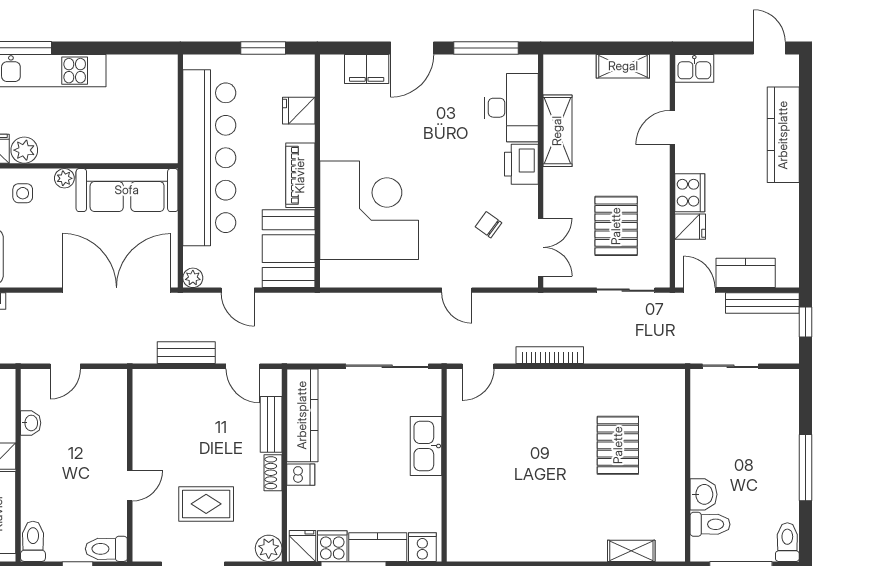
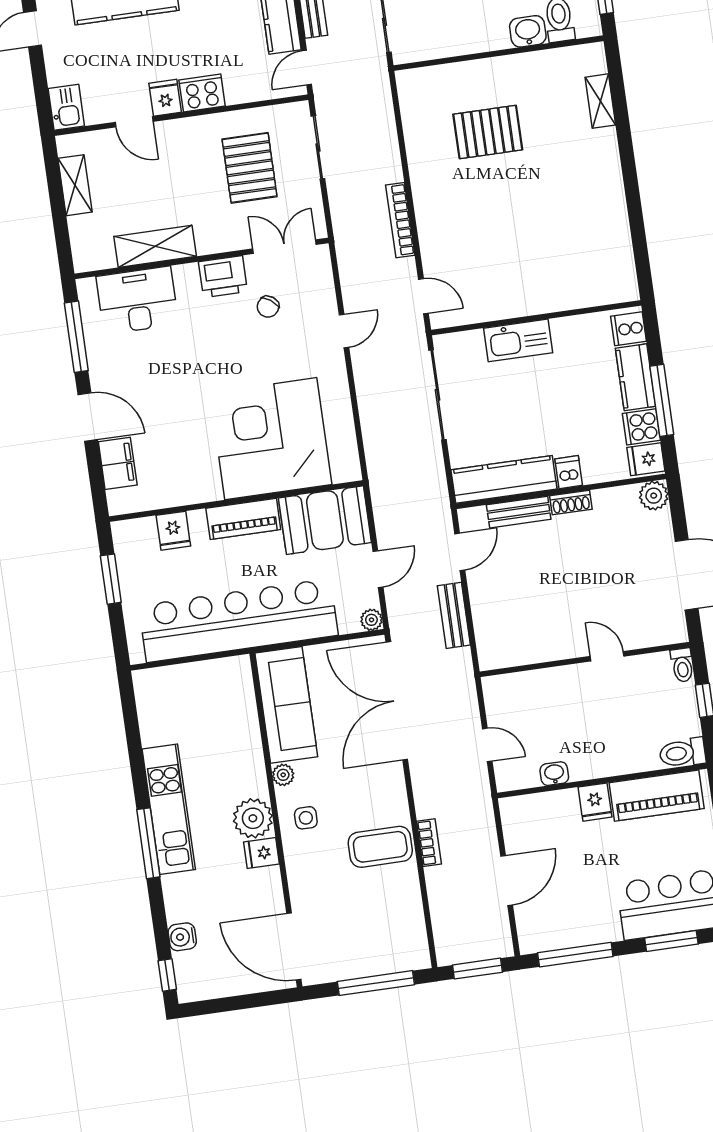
plant: (24, 150) -> (253, 818), width x1.36, depth x1.36
printer: (521, 164) -> (223, 277), moved
pallet: (616, 226) -> (250, 168), turned 90
fridge: (690, 227) -> (165, 98), moved
rug: (206, 504) -> (615, 570), removed
toilet: (106, 549) -> (682, 665), width x0.73, depth x0.72

